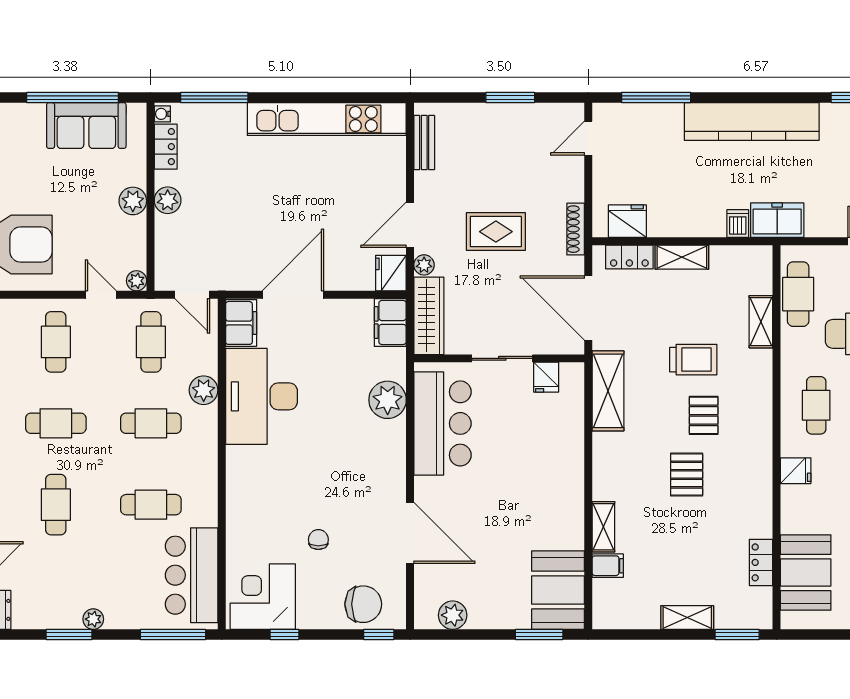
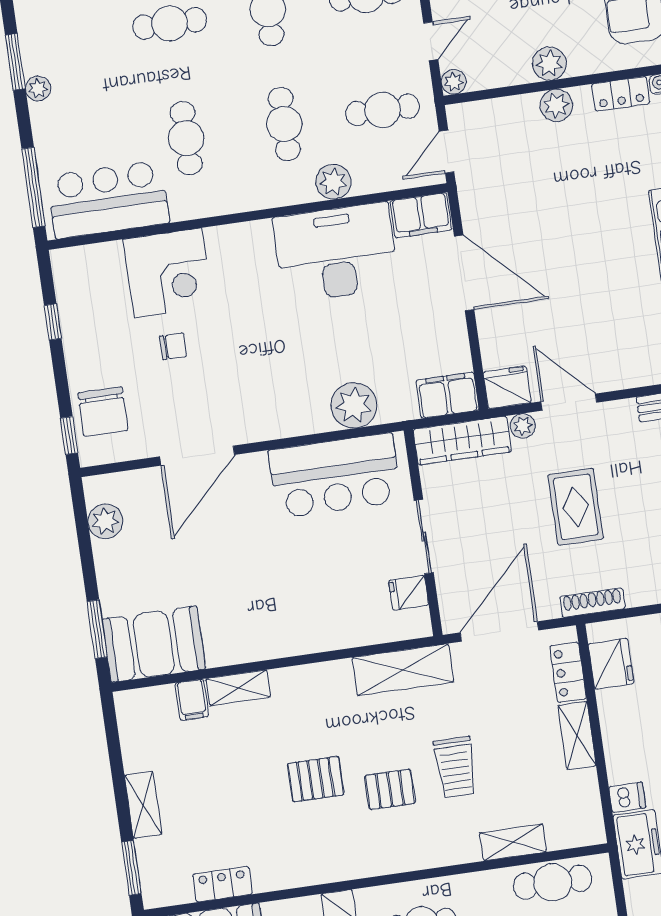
corner desk: (263, 597) -> (168, 273), moved, turned 90

